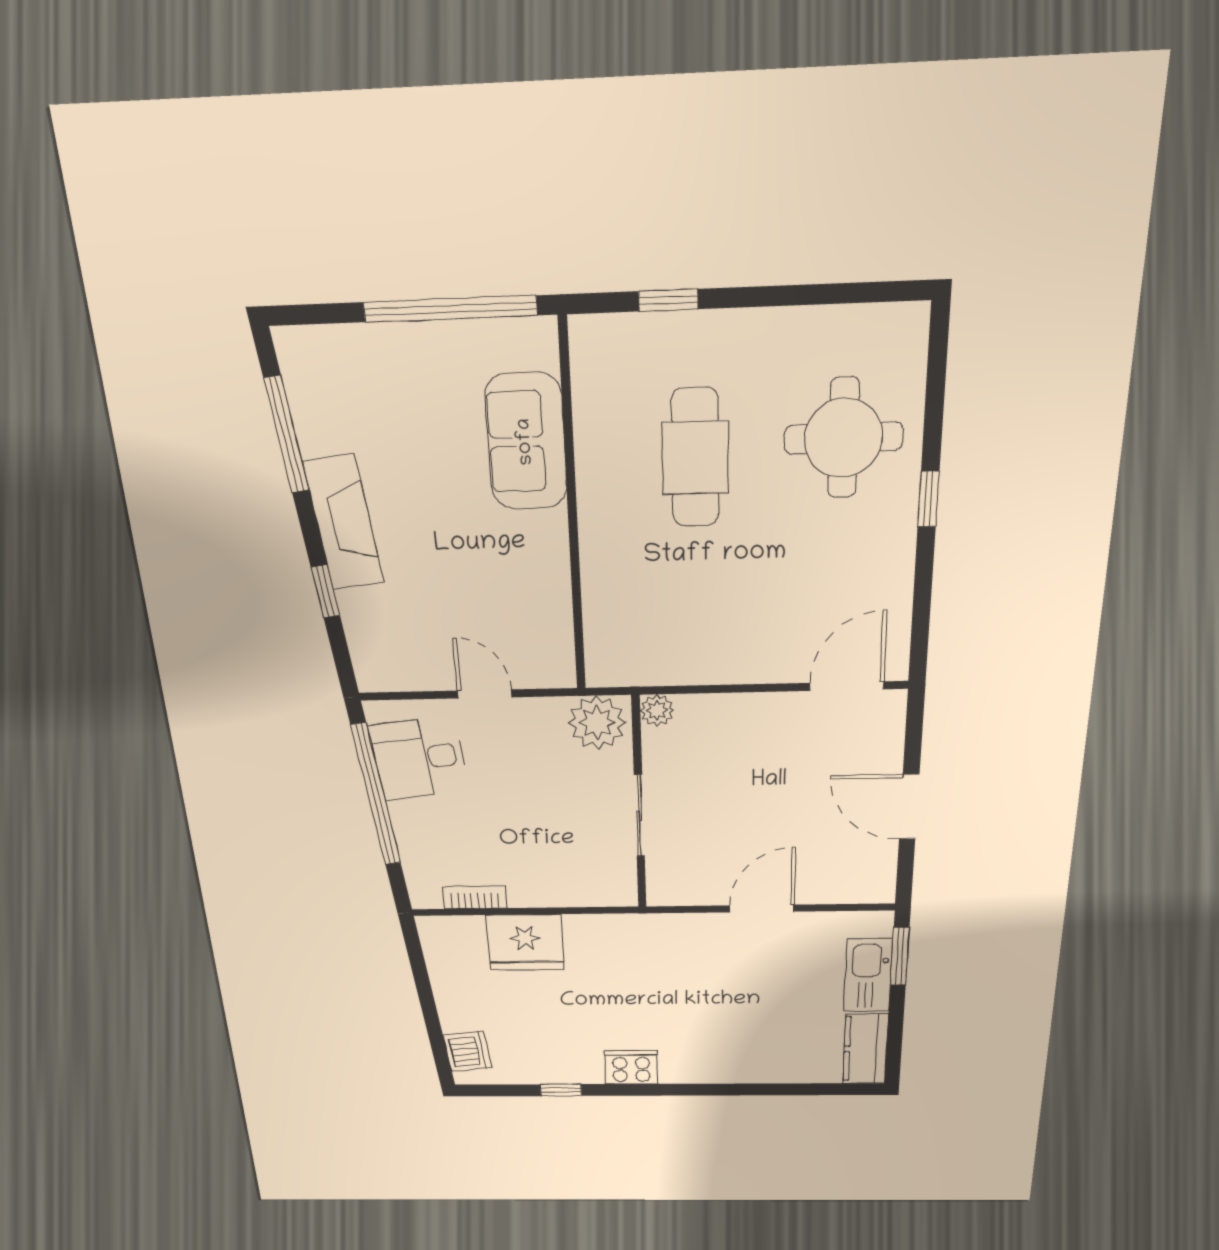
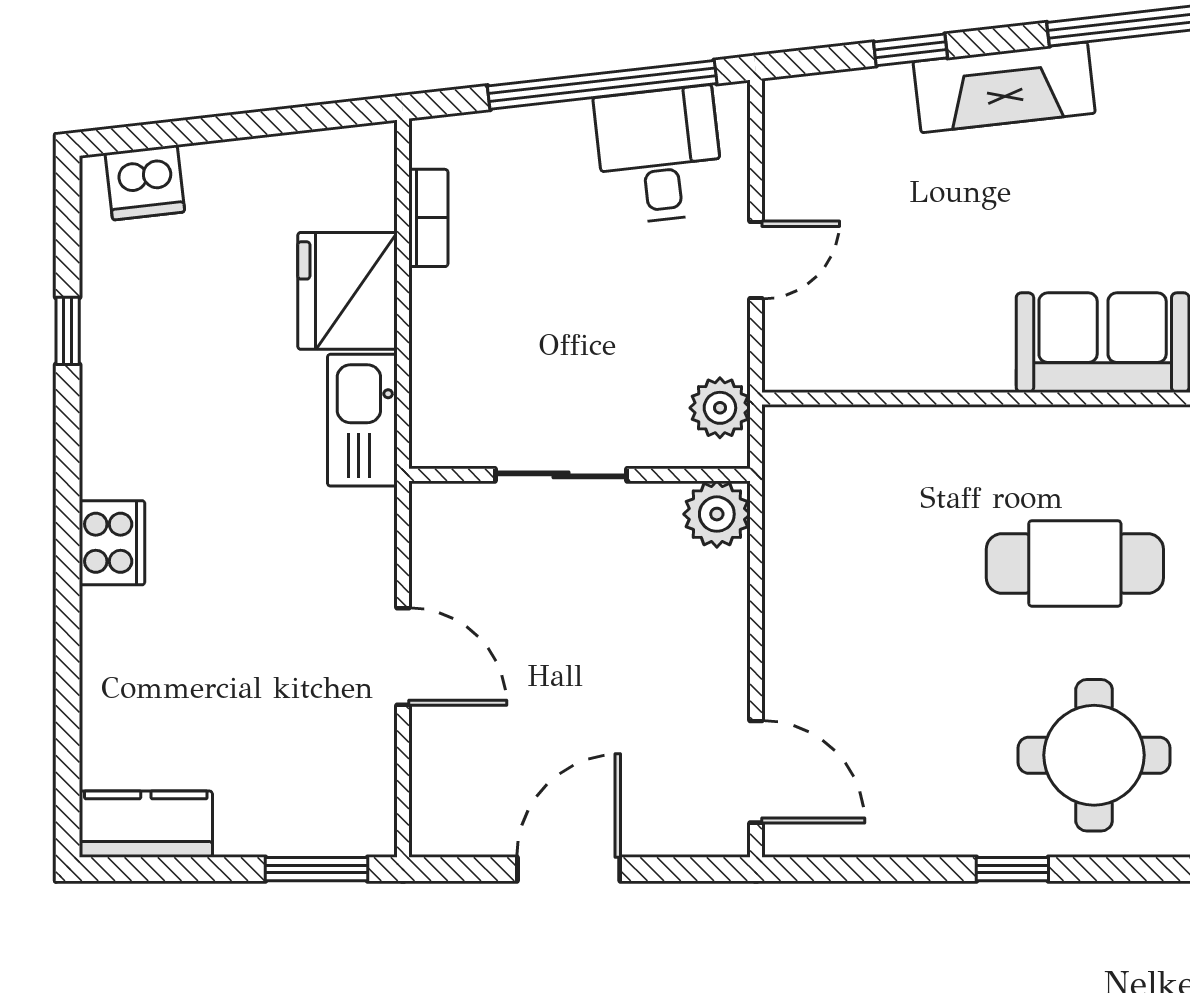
plant: (657, 710) -> (717, 514), width x1.38, depth x1.38
plant: (597, 723) -> (720, 408), width x0.73, depth x0.73
kitchen sink: (868, 975) -> (362, 420), moved, turned -90
cooker: (631, 1067) -> (112, 543), moved

